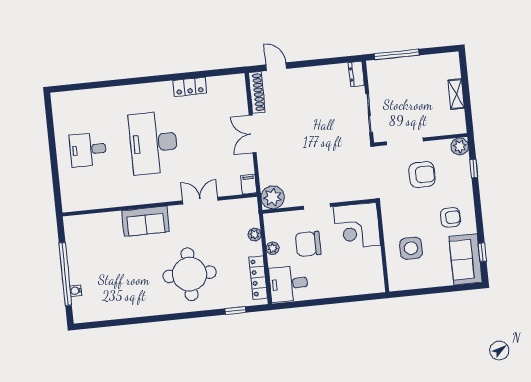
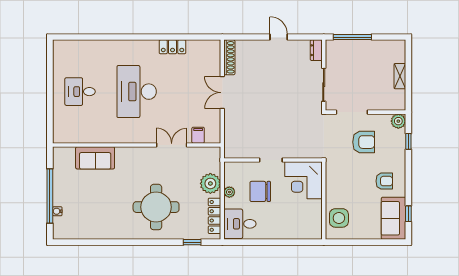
door: (276, 67) -> (279, 37), moved
filing cabinet: (249, 184) -> (198, 135), moved
plant: (273, 197) -> (234, 149), removed
sofa: (145, 221) -> (95, 158), moved
plant: (255, 234) -> (210, 183), width x1.88, depth x1.88
side table: (411, 248) -> (339, 218), moved

